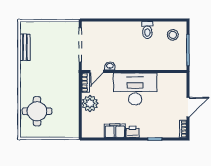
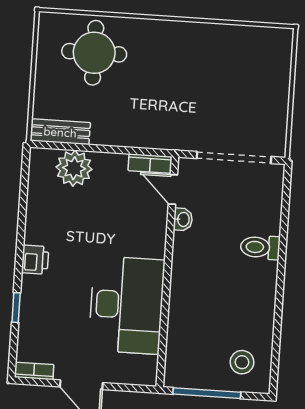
toilet: (147, 30) -> (260, 247), moved
bench: (25, 47) -> (60, 132), moved
desk: (135, 89) -> (127, 305), moved
plant: (90, 103) -> (74, 168), moved
filing cabinet: (115, 131) -> (40, 221), removed

